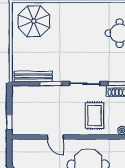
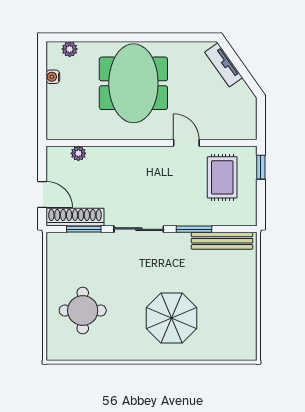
parasol: (34, 21) -> (172, 318), moved
rug: (94, 115) -> (222, 177), moved

